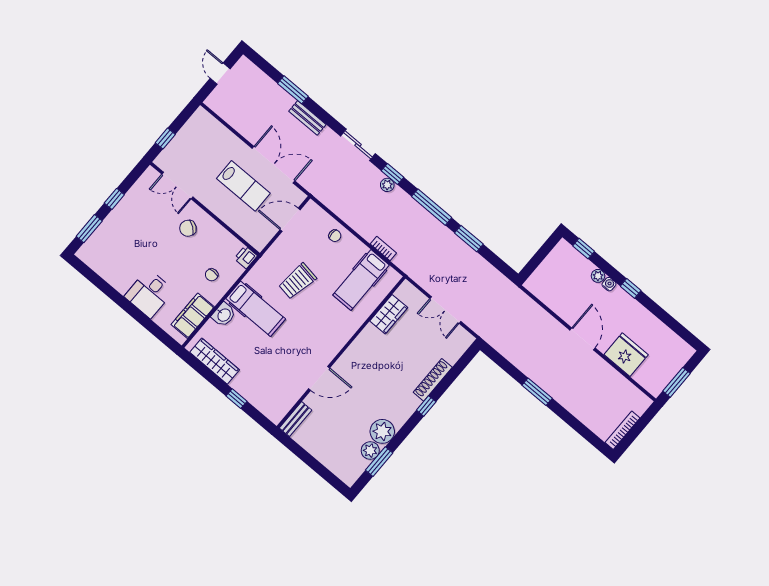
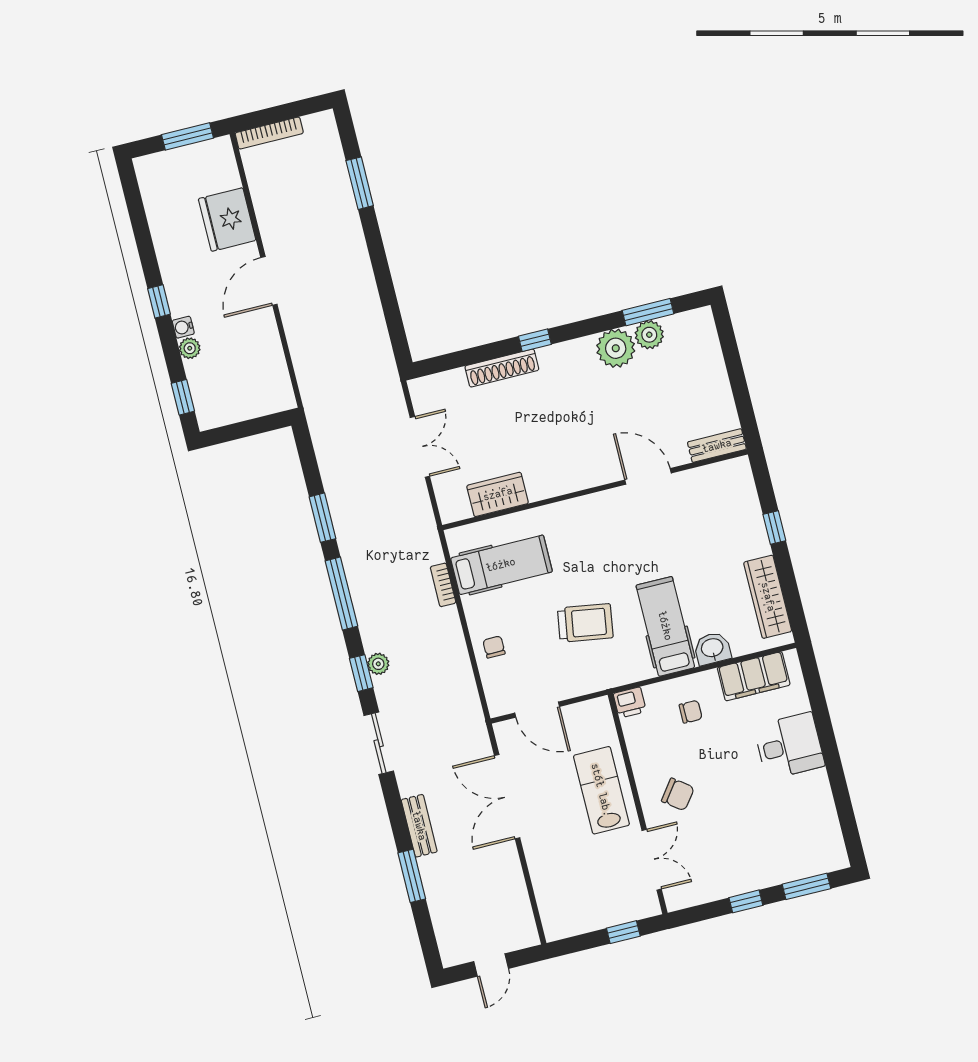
lab bench: (243, 186) -> (601, 790), moved
window: (537, 392) -> (360, 183), moved
bookcase: (623, 430) -> (269, 133), moved

